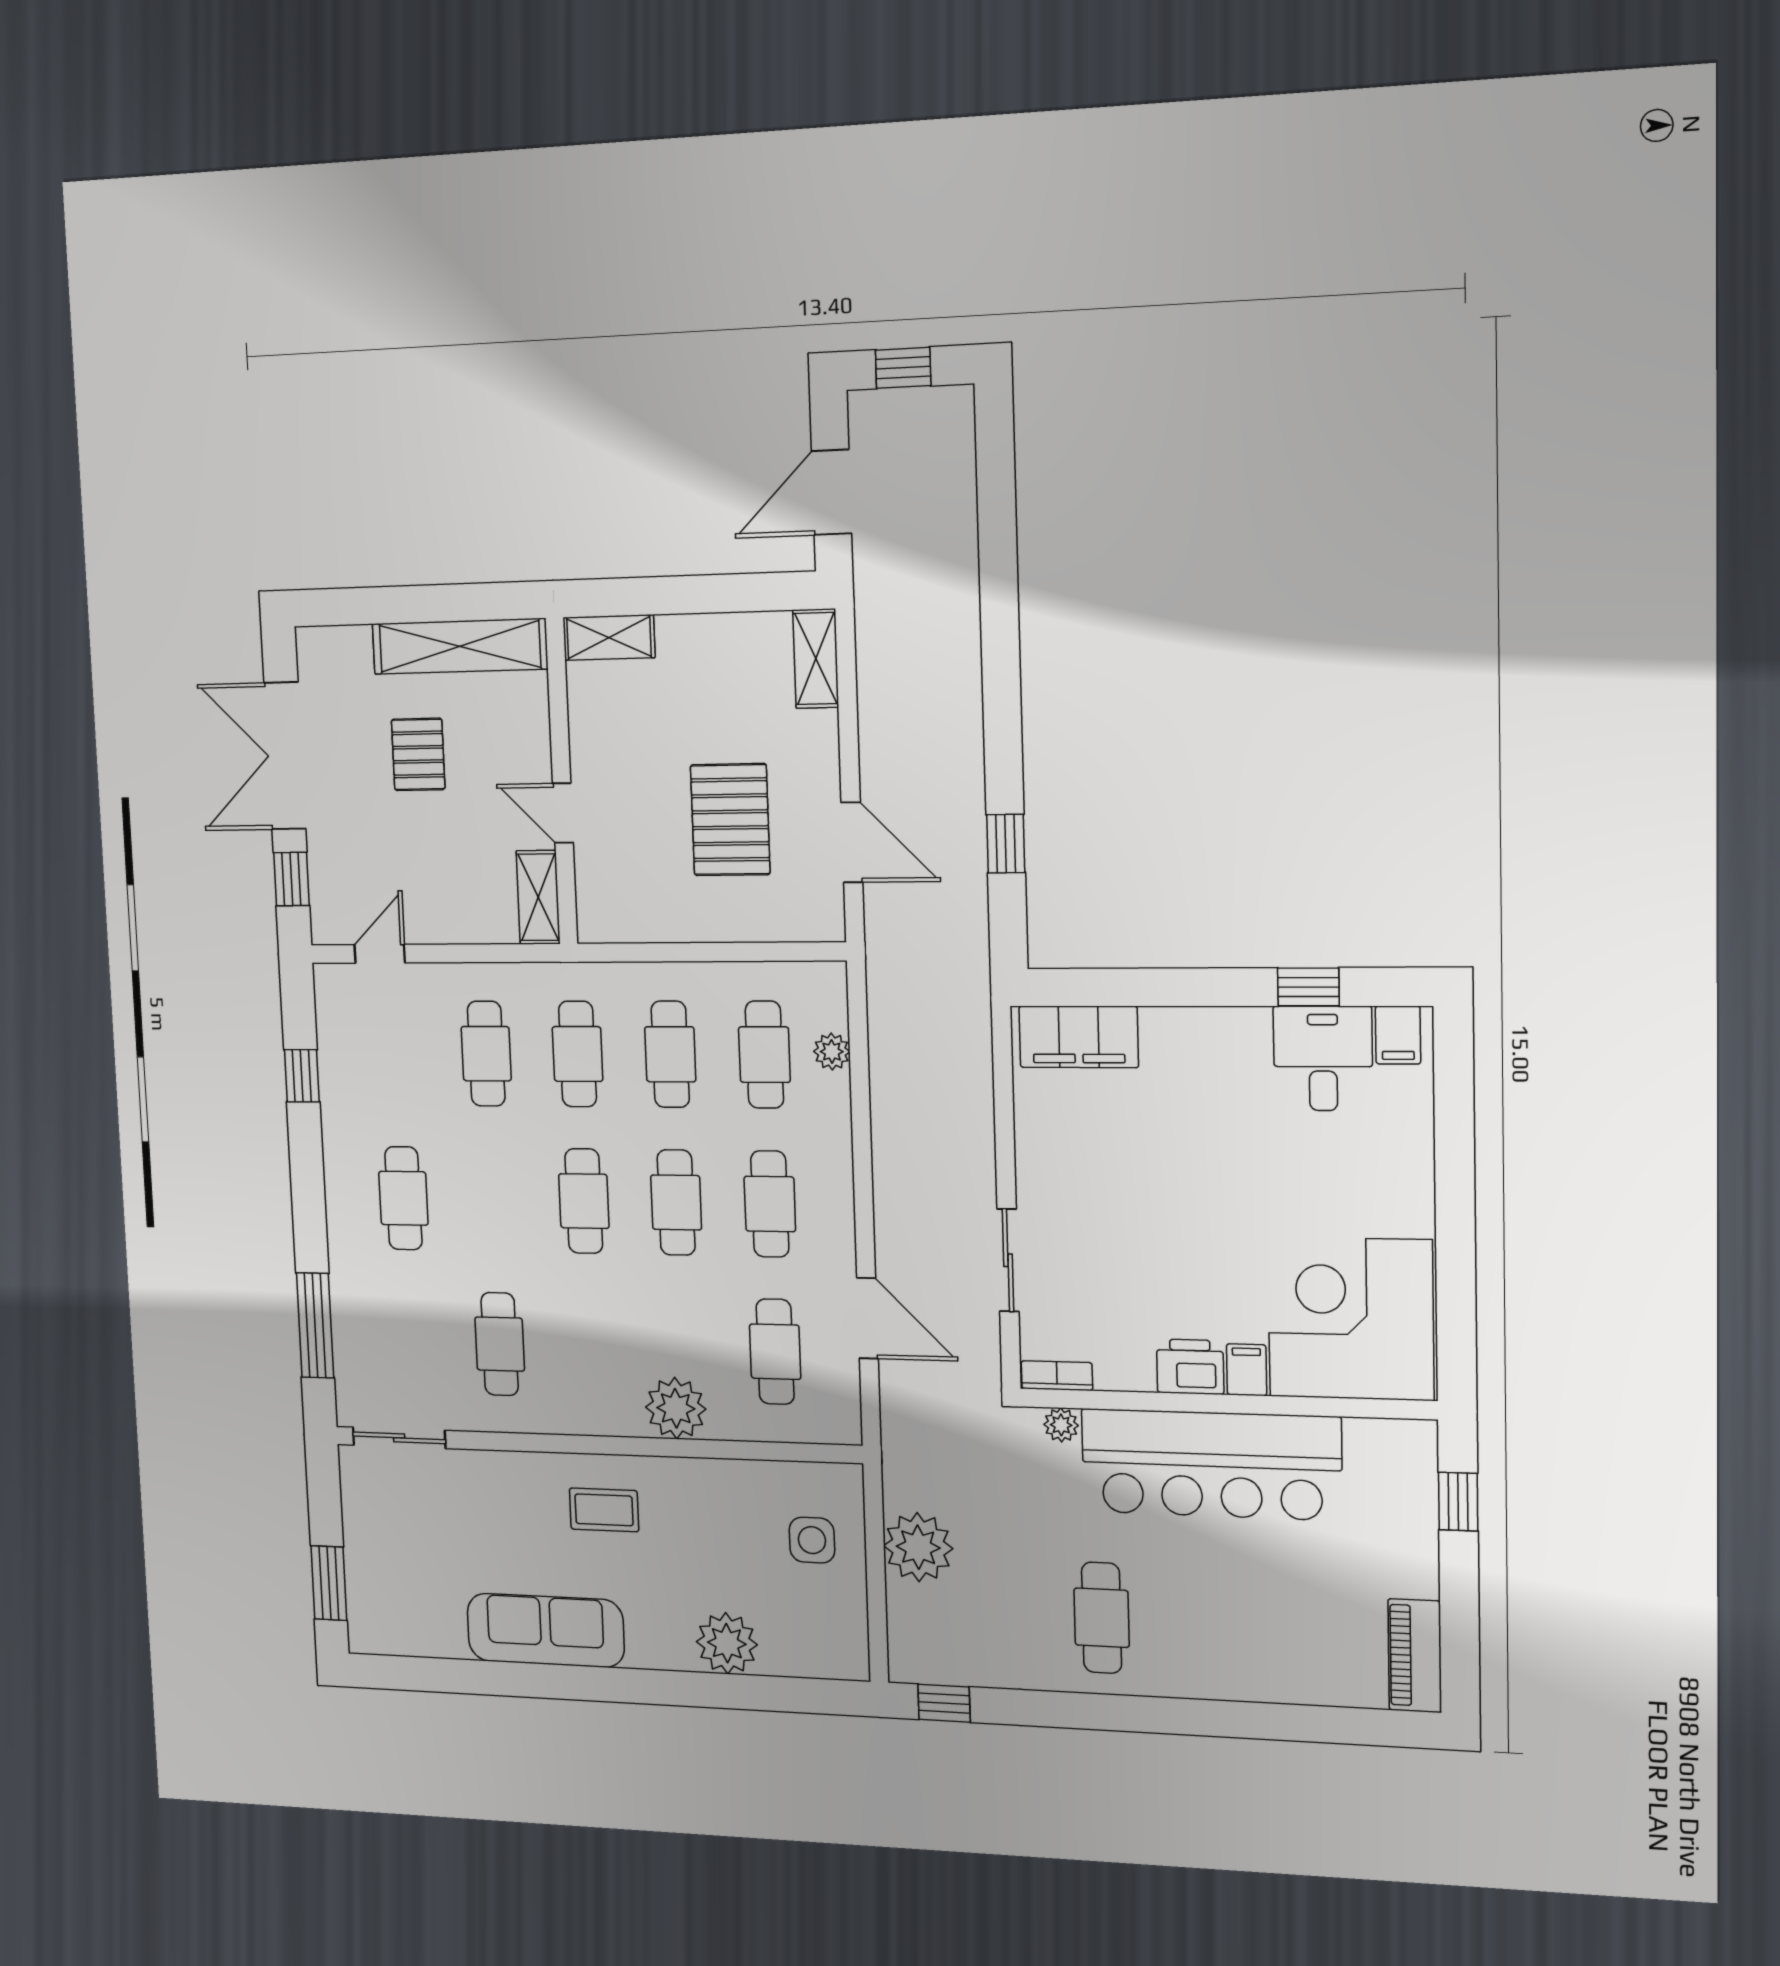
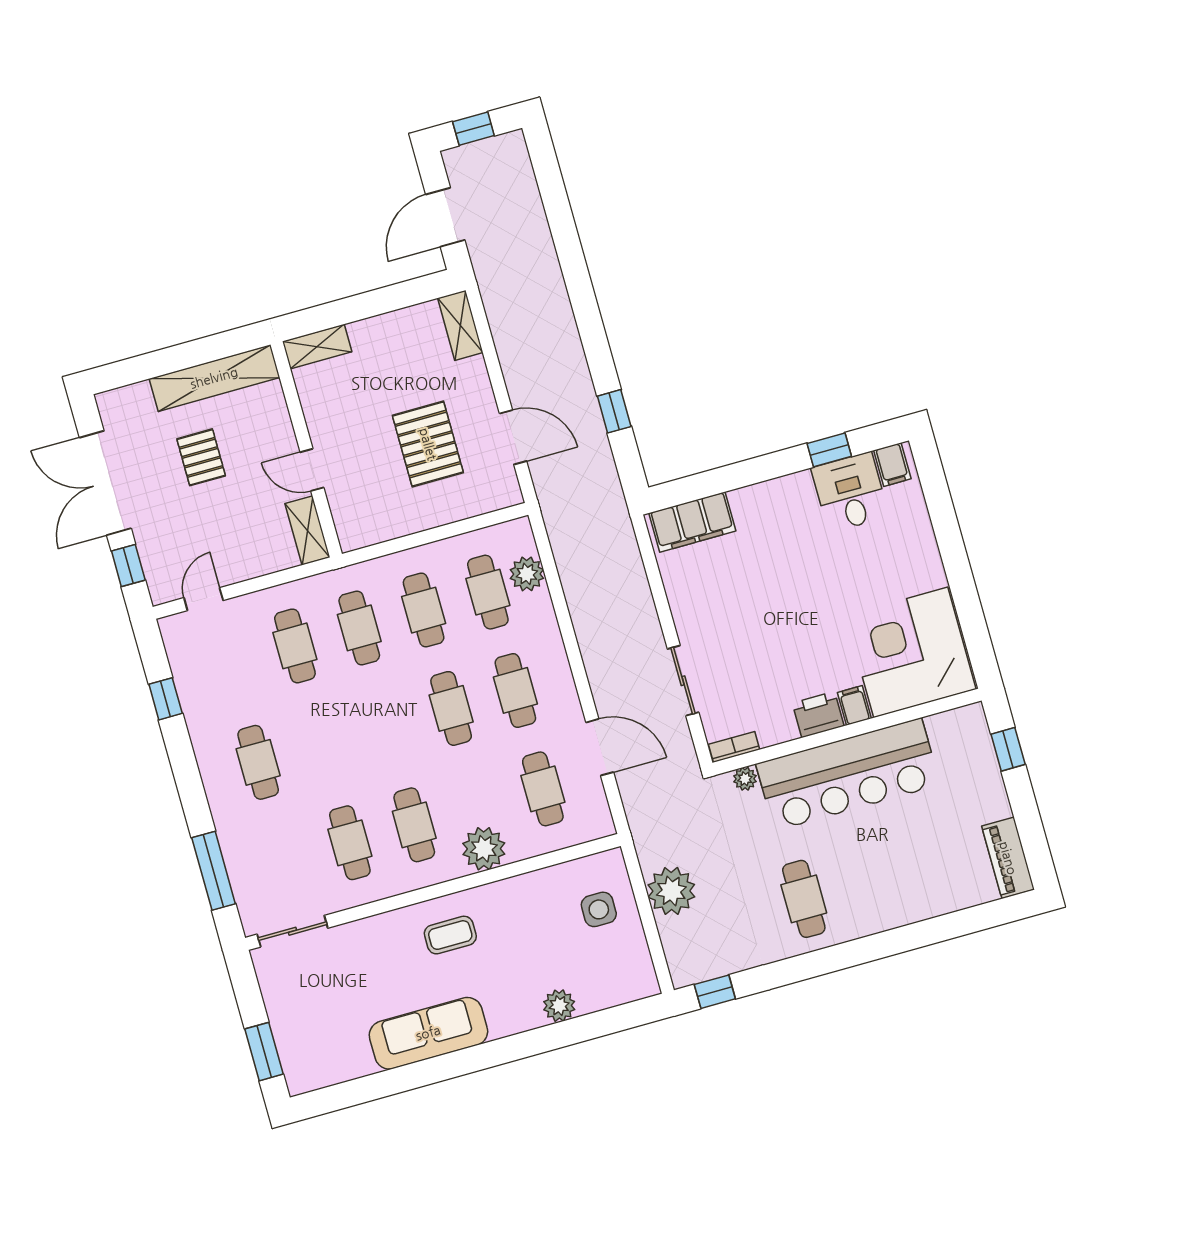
plant: (832, 1052) -> (527, 574), width x1.38, depth x1.38
cafe table: (584, 1201) -> (414, 825), moved
plant: (727, 1643) -> (559, 1006), width x0.73, depth x0.73

